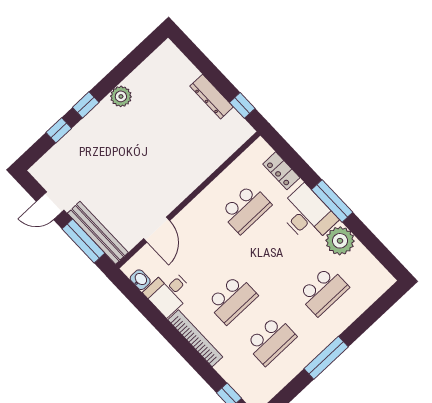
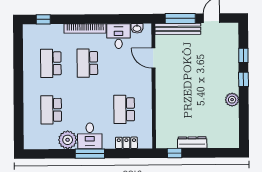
desk: (307, 215) -> (90, 136), width x0.73
window: (326, 358) -> (18, 82), removed

